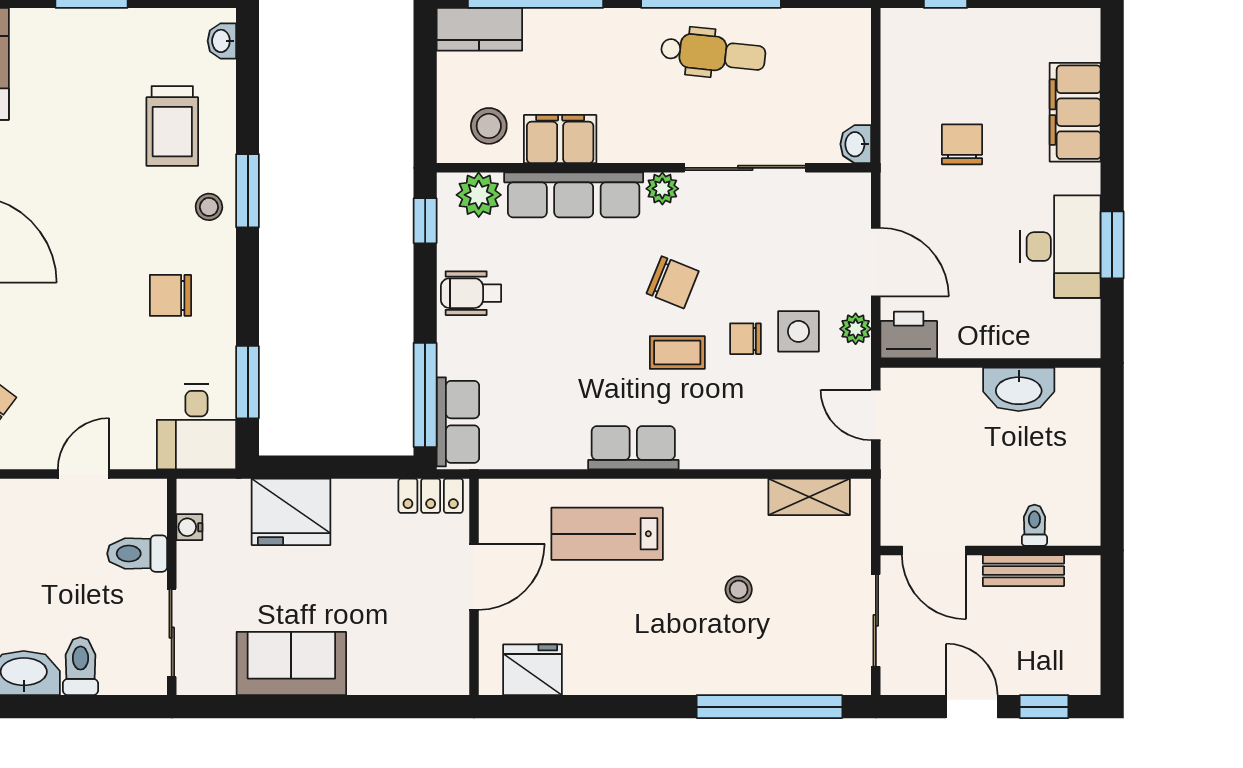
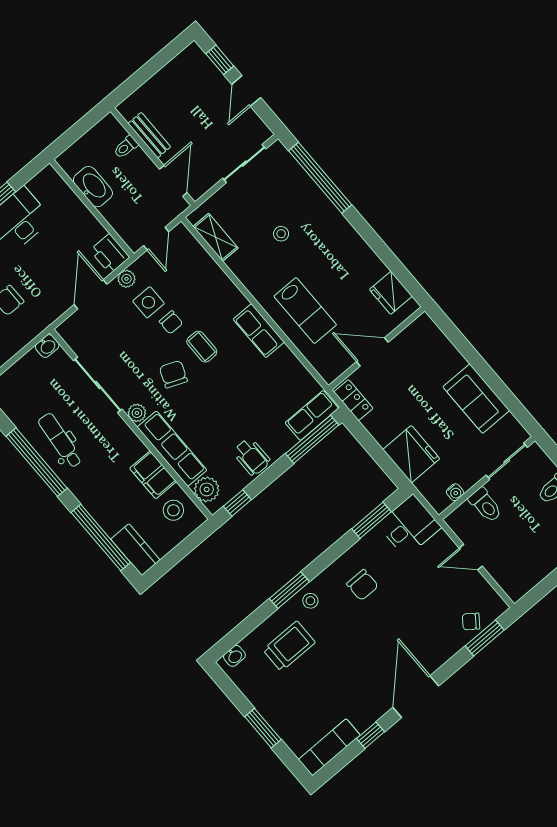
toilet: (1034, 525) -> (126, 147), moved
door: (934, 550) -> (173, 181), moved
wall: (991, 550) -> (153, 157), moved
bench: (1023, 571) -> (149, 135), moved

